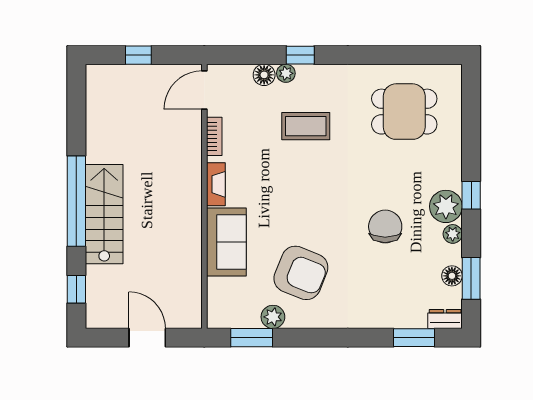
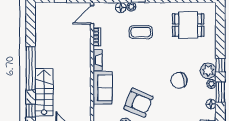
stairs: (104, 214) -> (44, 92), moved
chair: (385, 226) -> (179, 80), turned -103
window: (471, 278) -> (220, 92), moved

